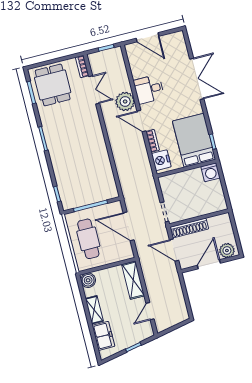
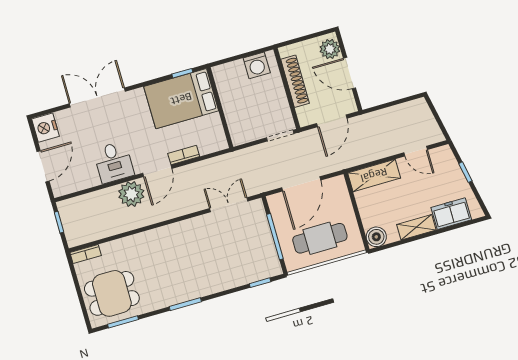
double door: (94, 90) -> (229, 205), moved
nightstand: (161, 160) -> (45, 128), moved, turned 90
washing machine: (210, 172) -> (257, 65), moved, turned 90
shoe rack: (189, 228) -> (295, 81), moved

